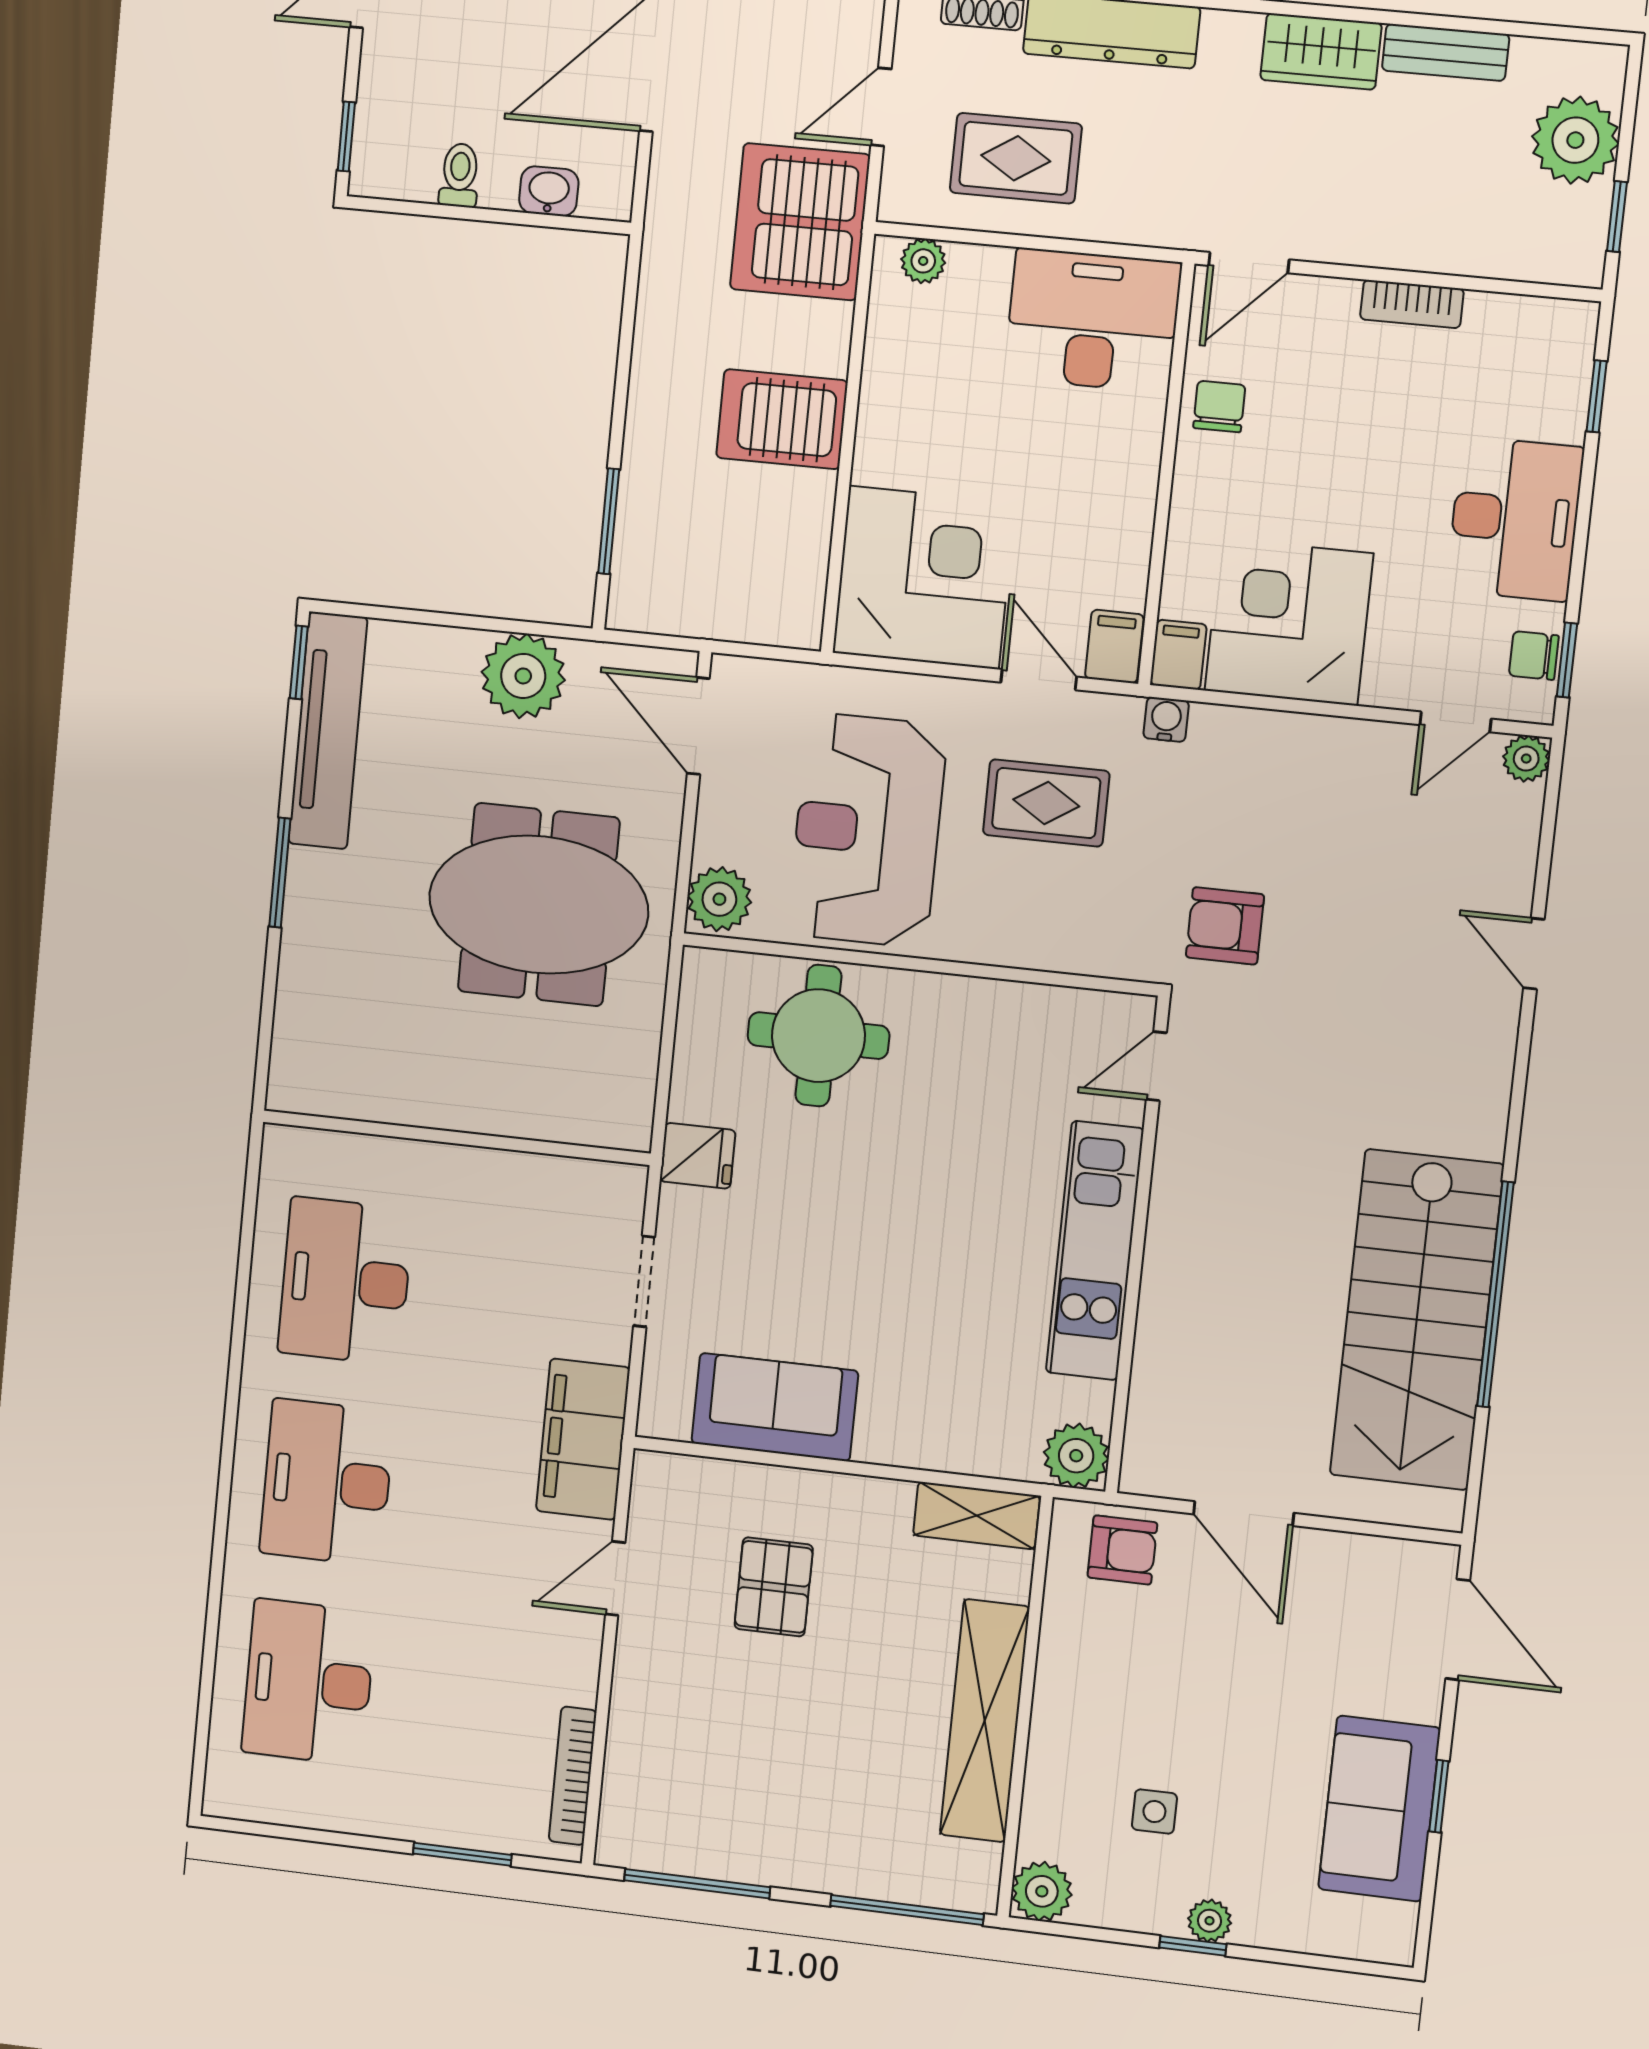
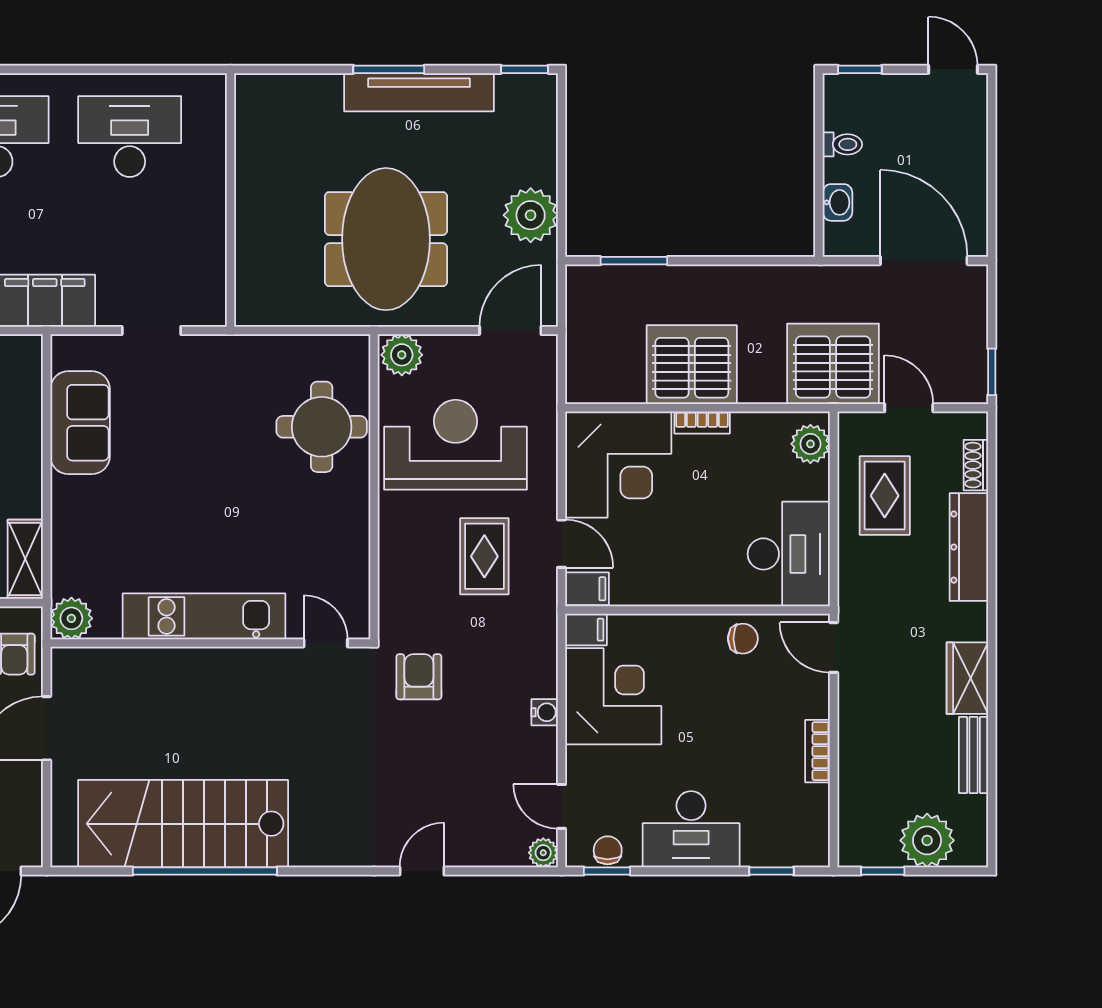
plant: (923, 261) -> (810, 444), width x1.38, depth x1.38
server rack: (782, 419) -> (692, 365), width x1.60
bookcase: (871, 439) -> (702, 423), added
door: (1039, 680) -> (561, 544), hinge flipped
water cooler: (1166, 719) -> (545, 712), moved
tv unit: (328, 731) -> (419, 92), moved
fridge: (698, 1156) -> (236, 357), removed

